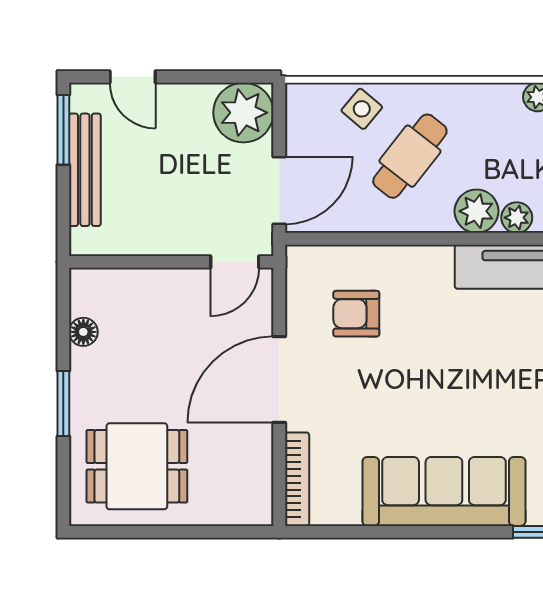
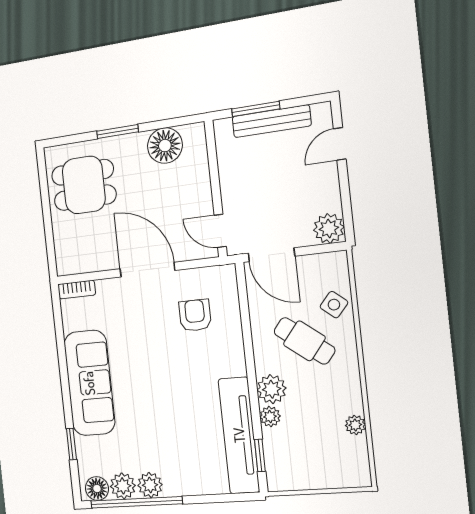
plant: (243, 113) -> (329, 228), width x0.73, depth x0.73
window: (63, 130) -> (256, 109), moved
floor lamp: (83, 332) -> (165, 146), width x1.89, depth x1.89
dining table: (137, 466) -> (84, 185), turned 90
bookcase: (297, 479) -> (77, 290), width x0.64

